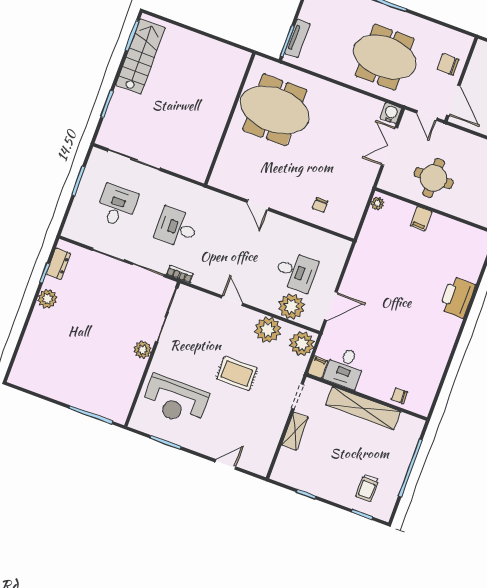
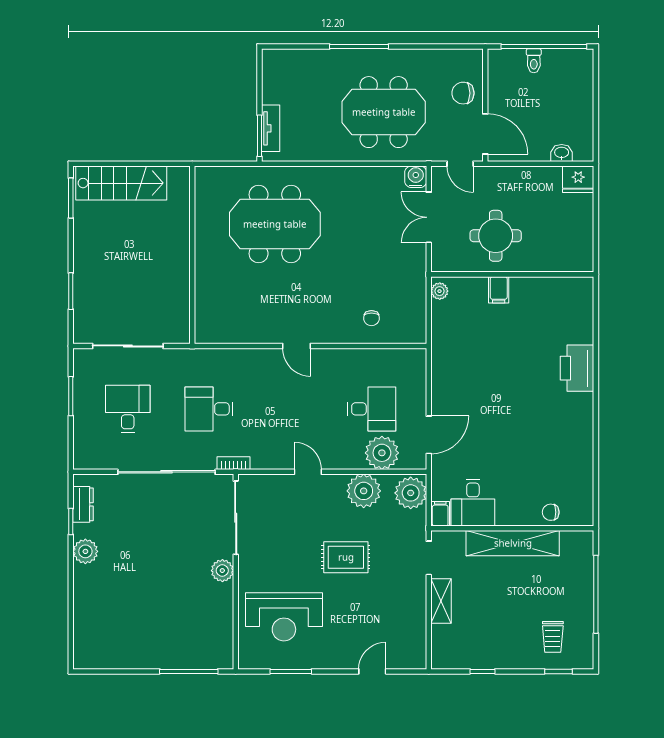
stairs: (140, 56) -> (121, 183), moved, turned 90
wall: (230, 119) -> (192, 255), moved

